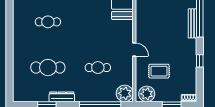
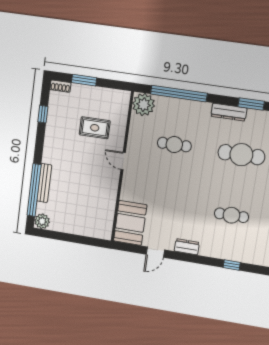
window: (200, 61) -> (43, 114), moved
plant: (147, 94) -> (115, 100), removed

